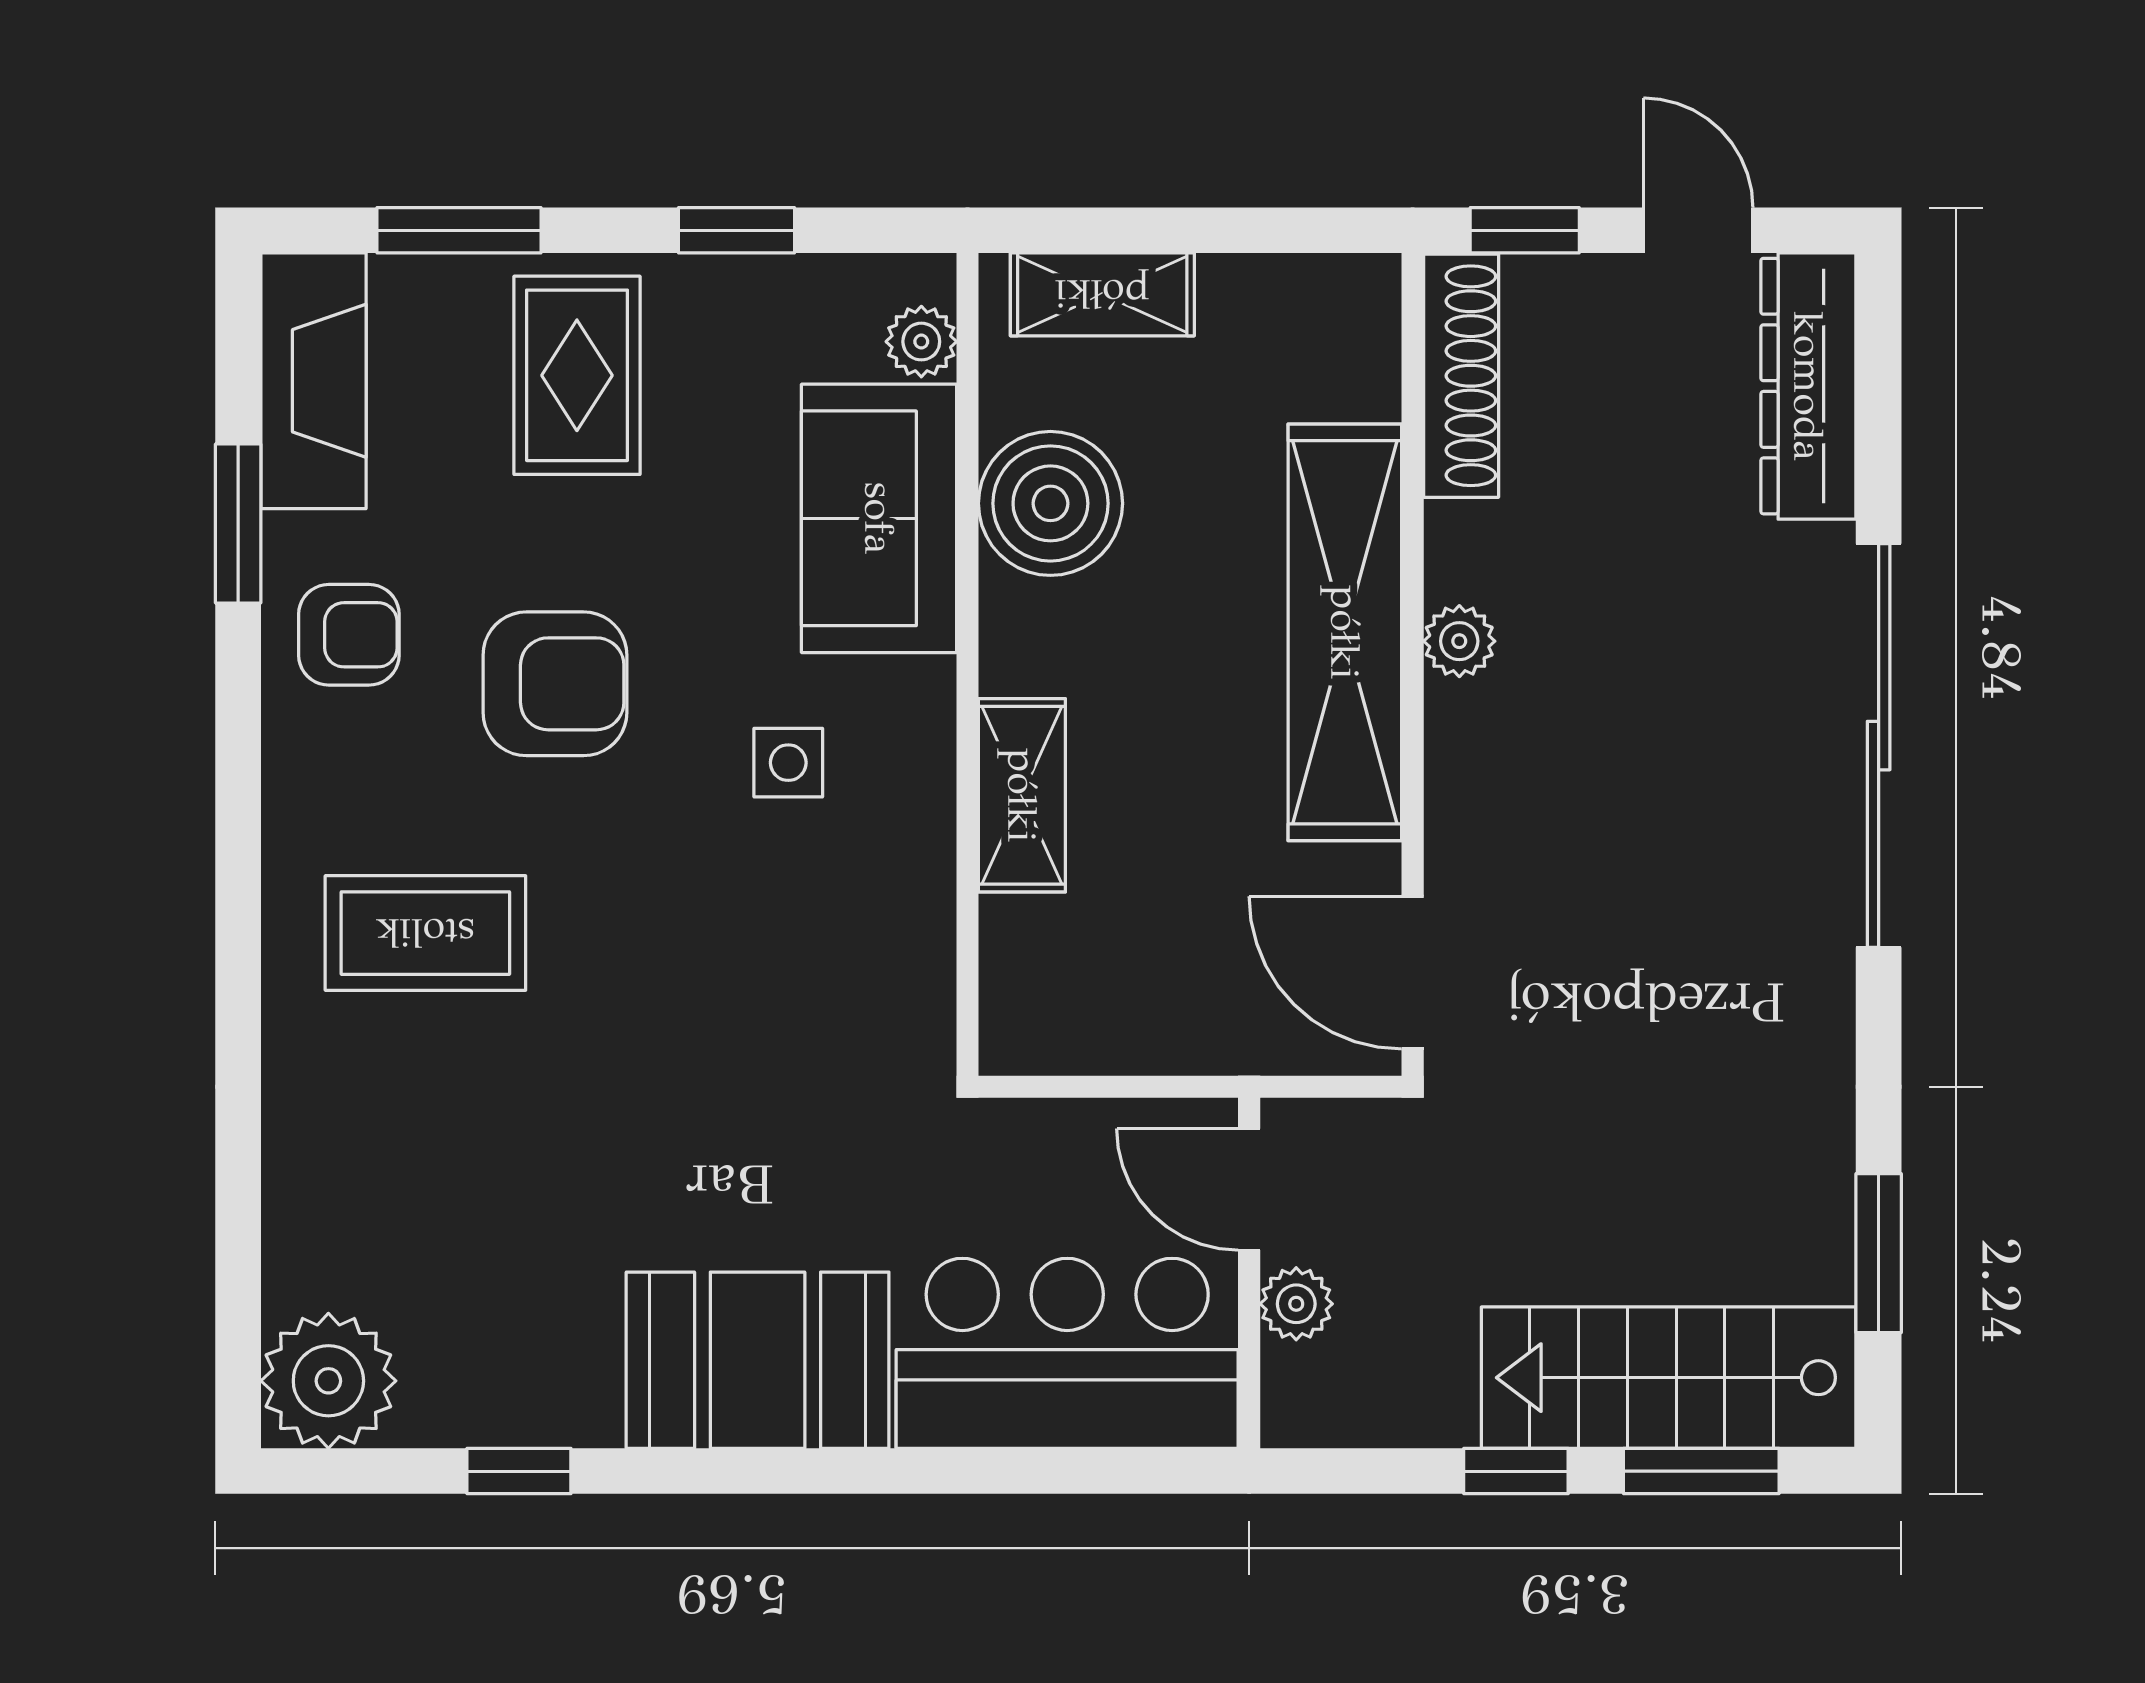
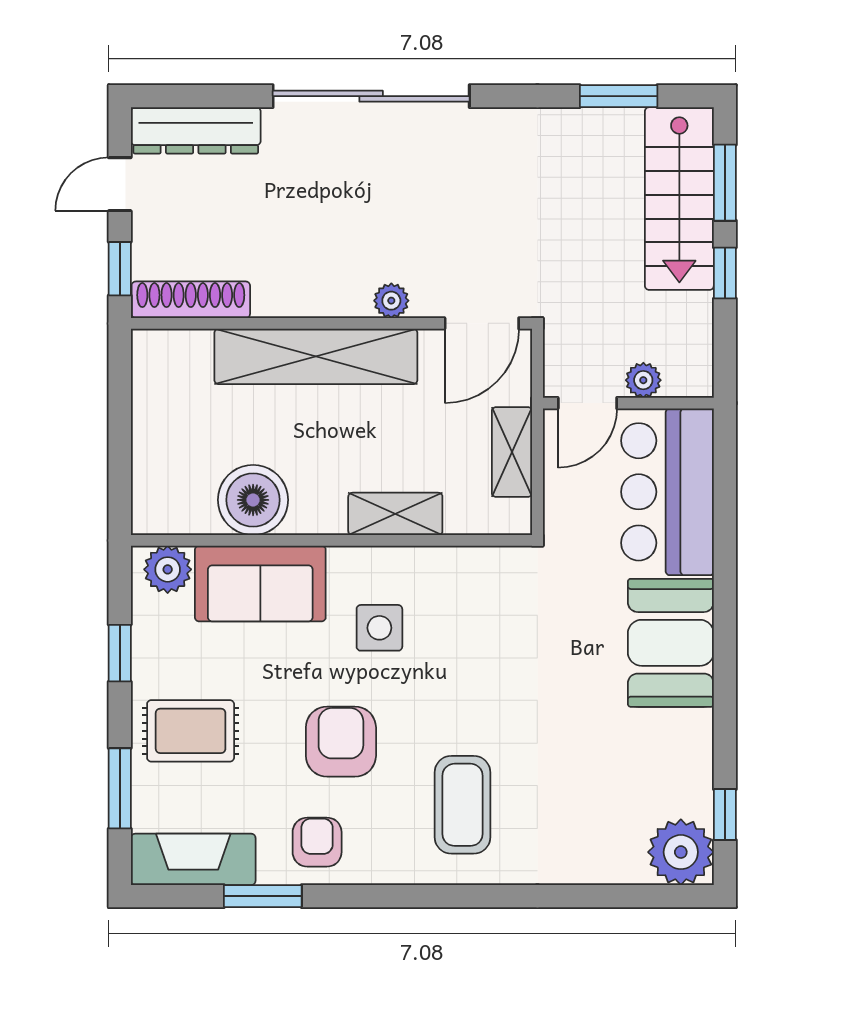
shelving: (1102, 294) -> (512, 452), moved
plant: (921, 342) -> (168, 569), width x1.38, depth x1.38
plant: (1459, 641) -> (391, 301), moved
side table: (788, 763) -> (379, 628), width x1.37, depth x1.37
window: (519, 1471) -> (725, 815), moved

